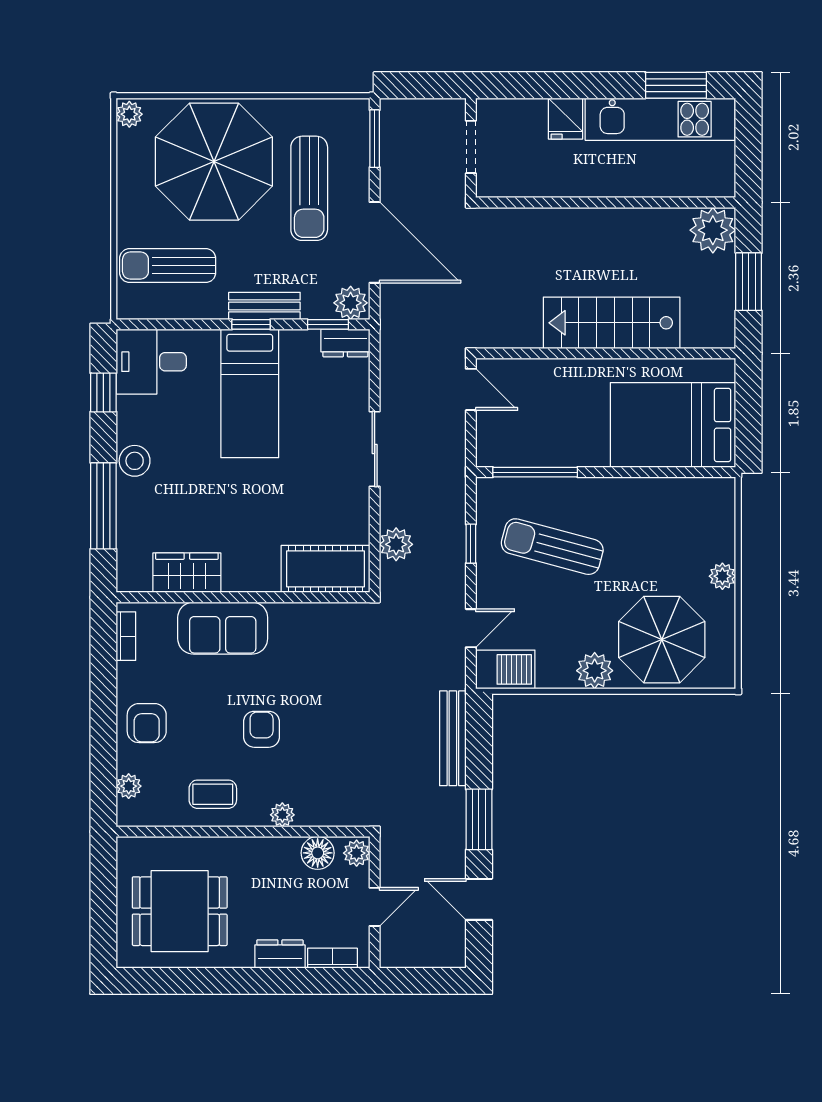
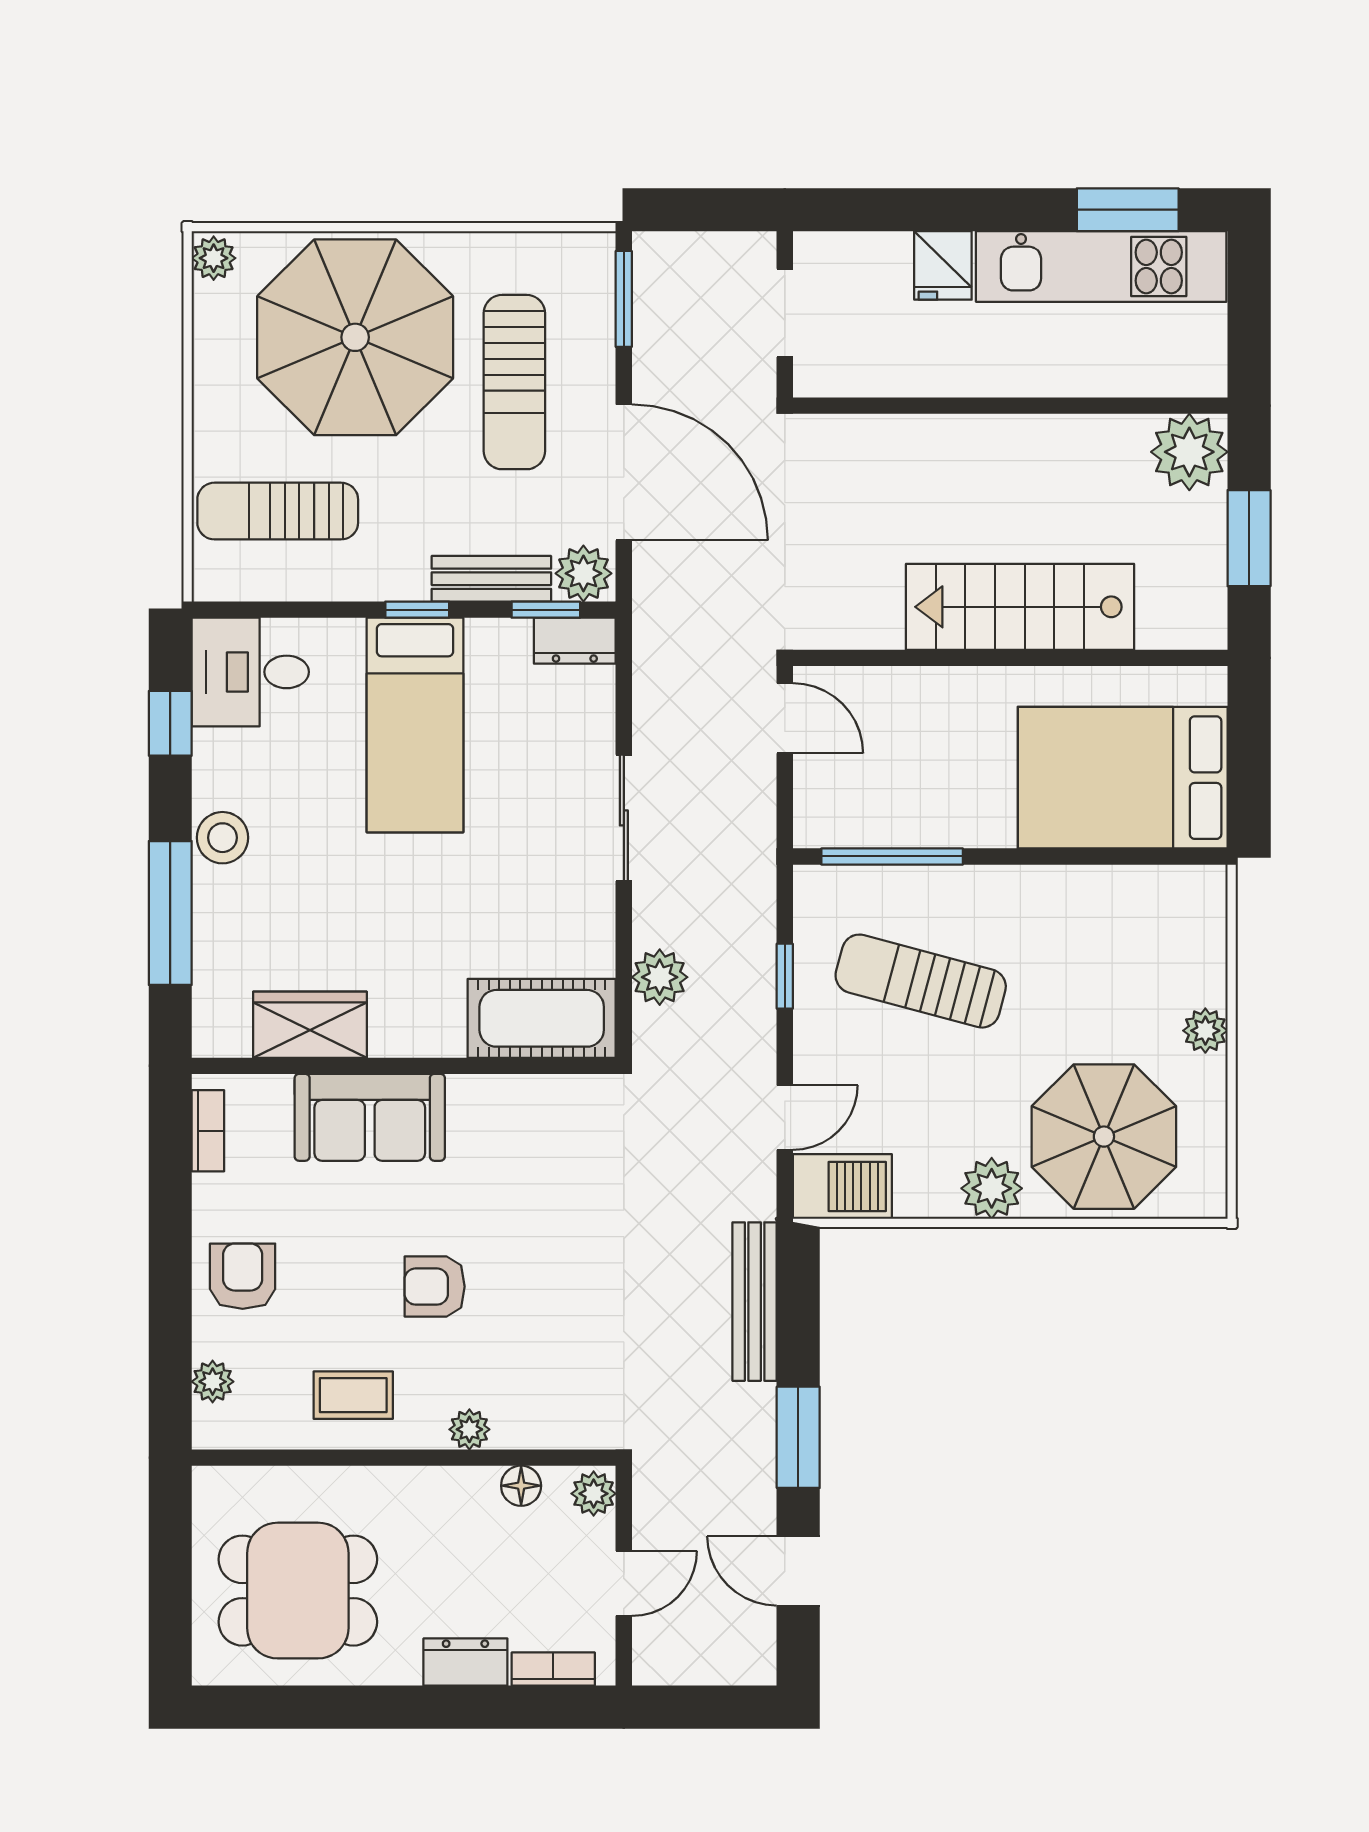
bench: (264, 306) -> (491, 579), moved
armchair: (147, 723) -> (243, 1276), turned 180
armchair: (262, 729) -> (435, 1287), turned -90
floor lamp: (318, 853) -> (521, 1486), width x0.73, depth x0.73

